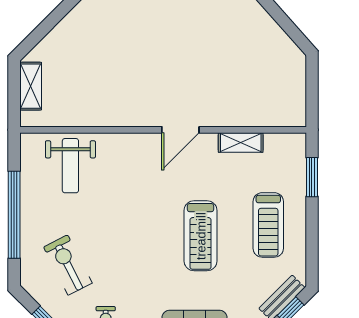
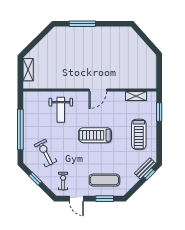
shelving: (241, 143) -> (136, 96), moved
weight bench: (70, 166) -> (61, 110), moved
treadmill: (201, 236) -> (95, 135), moved, turned 90

